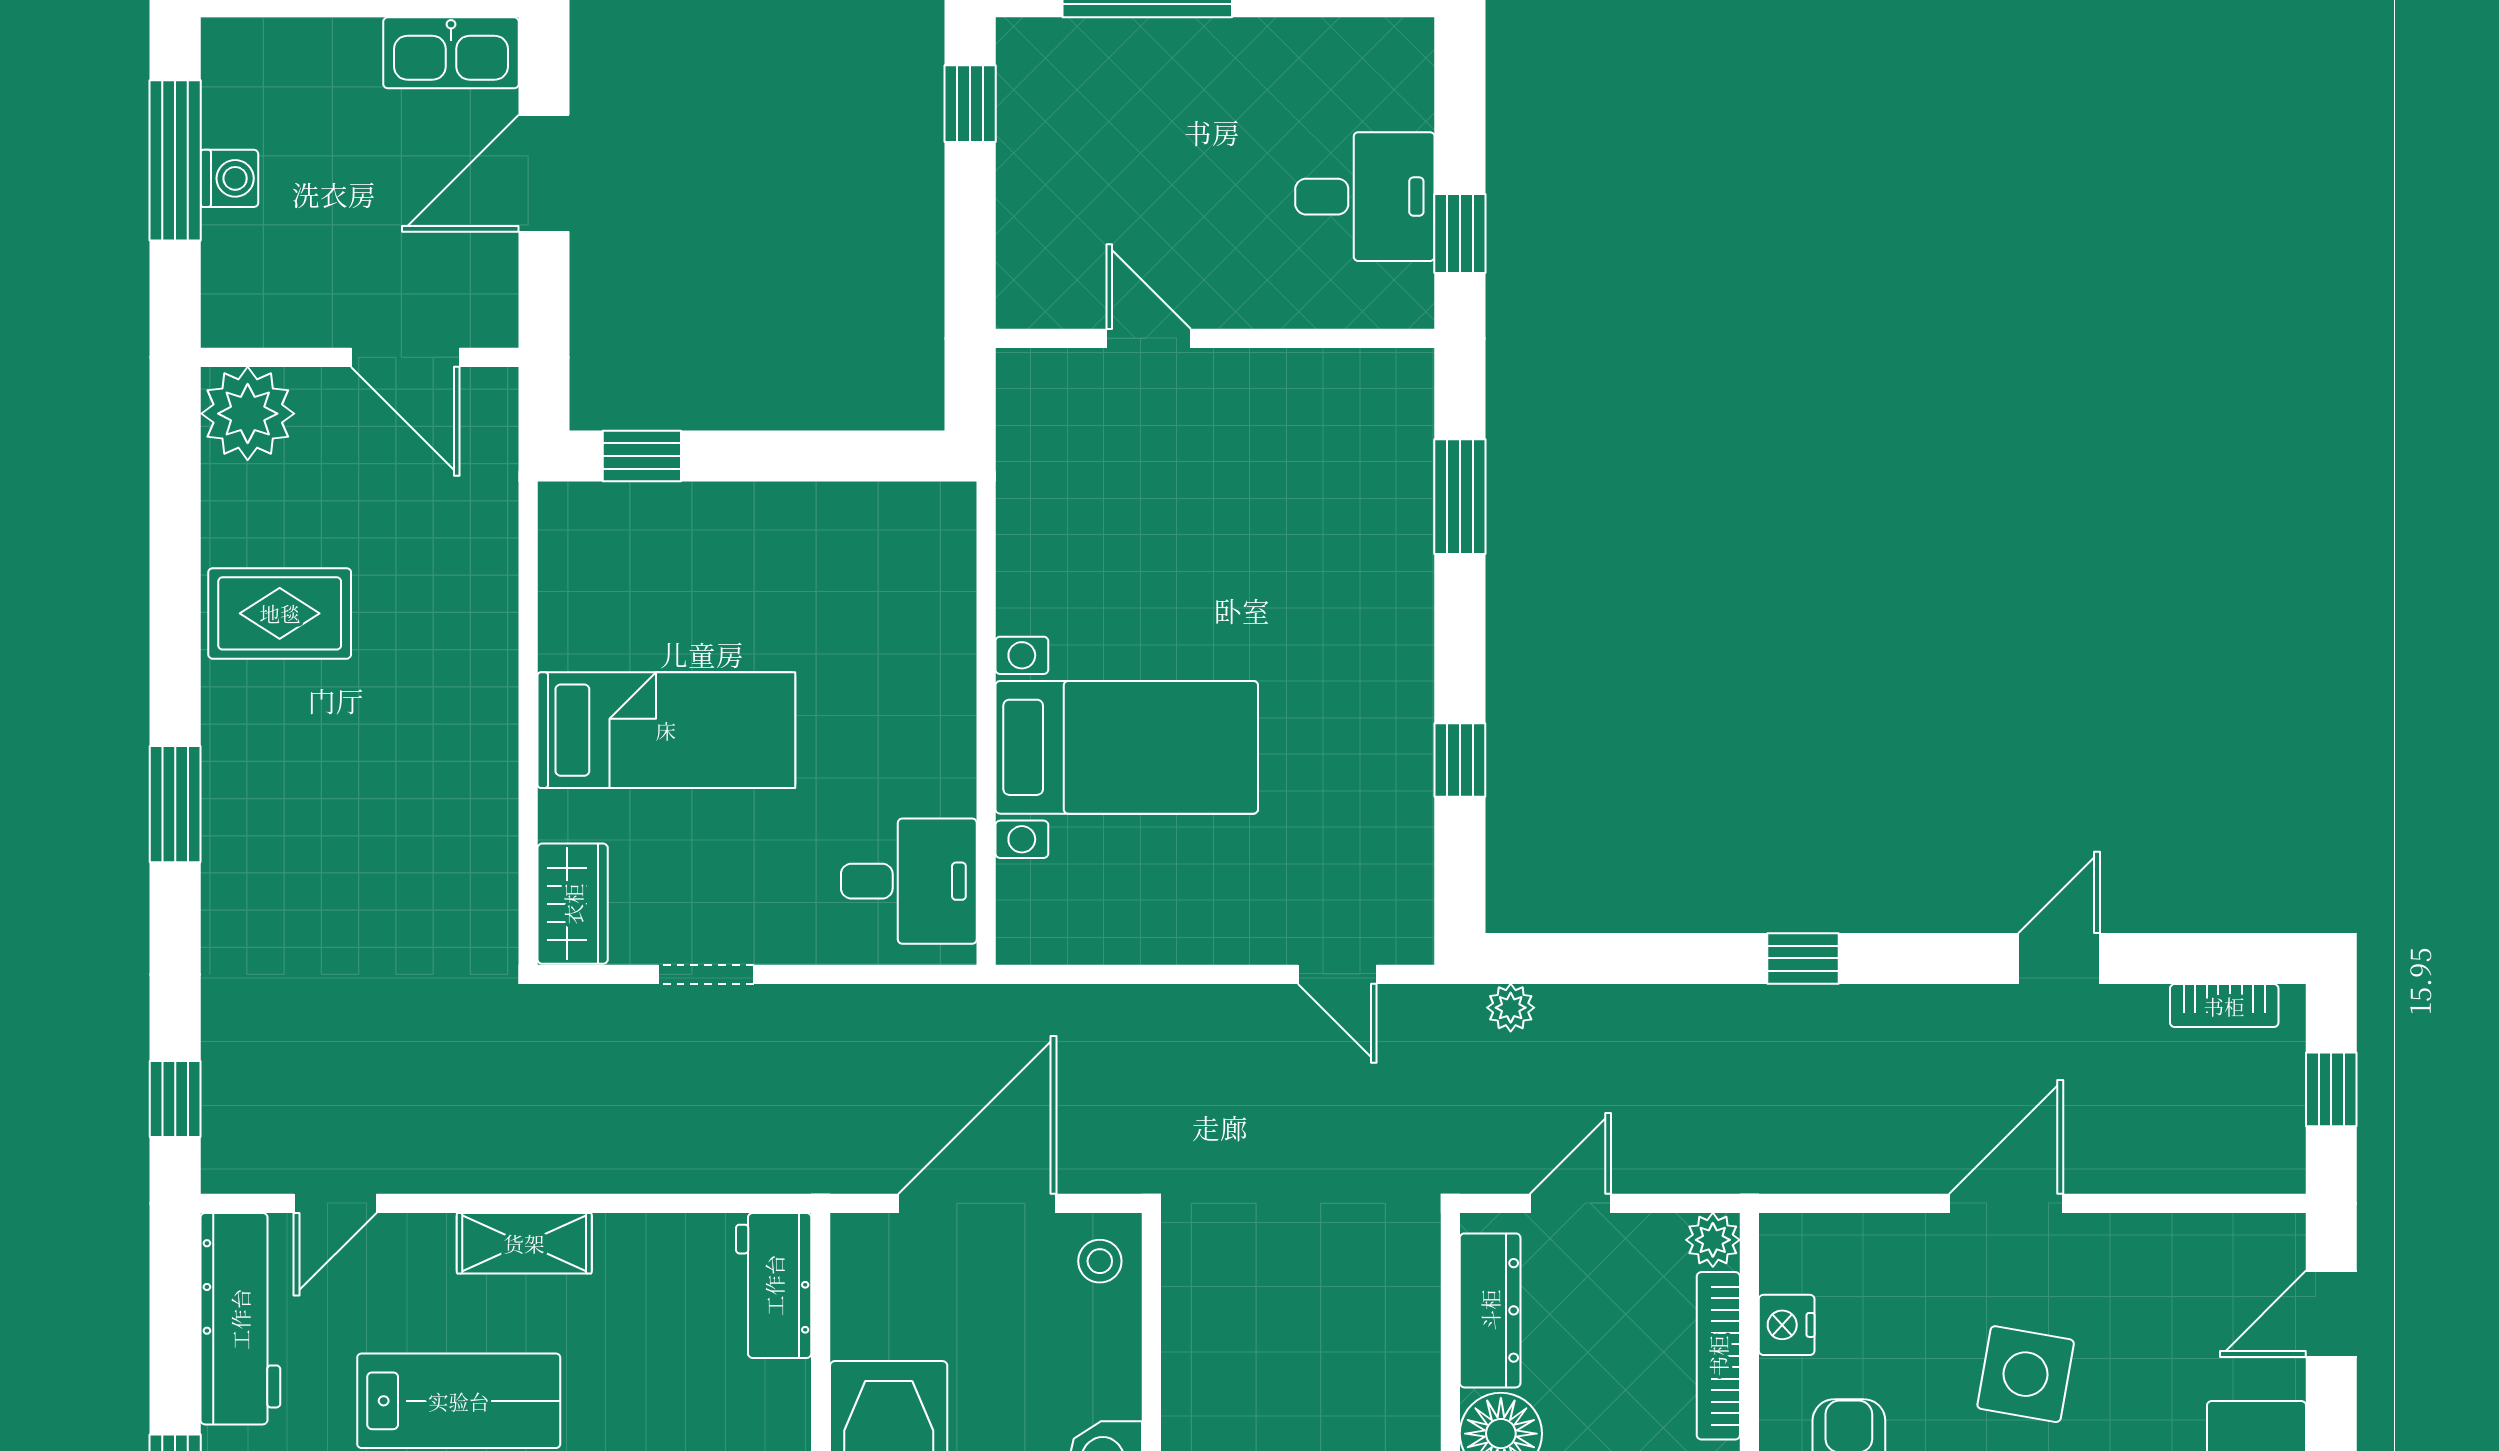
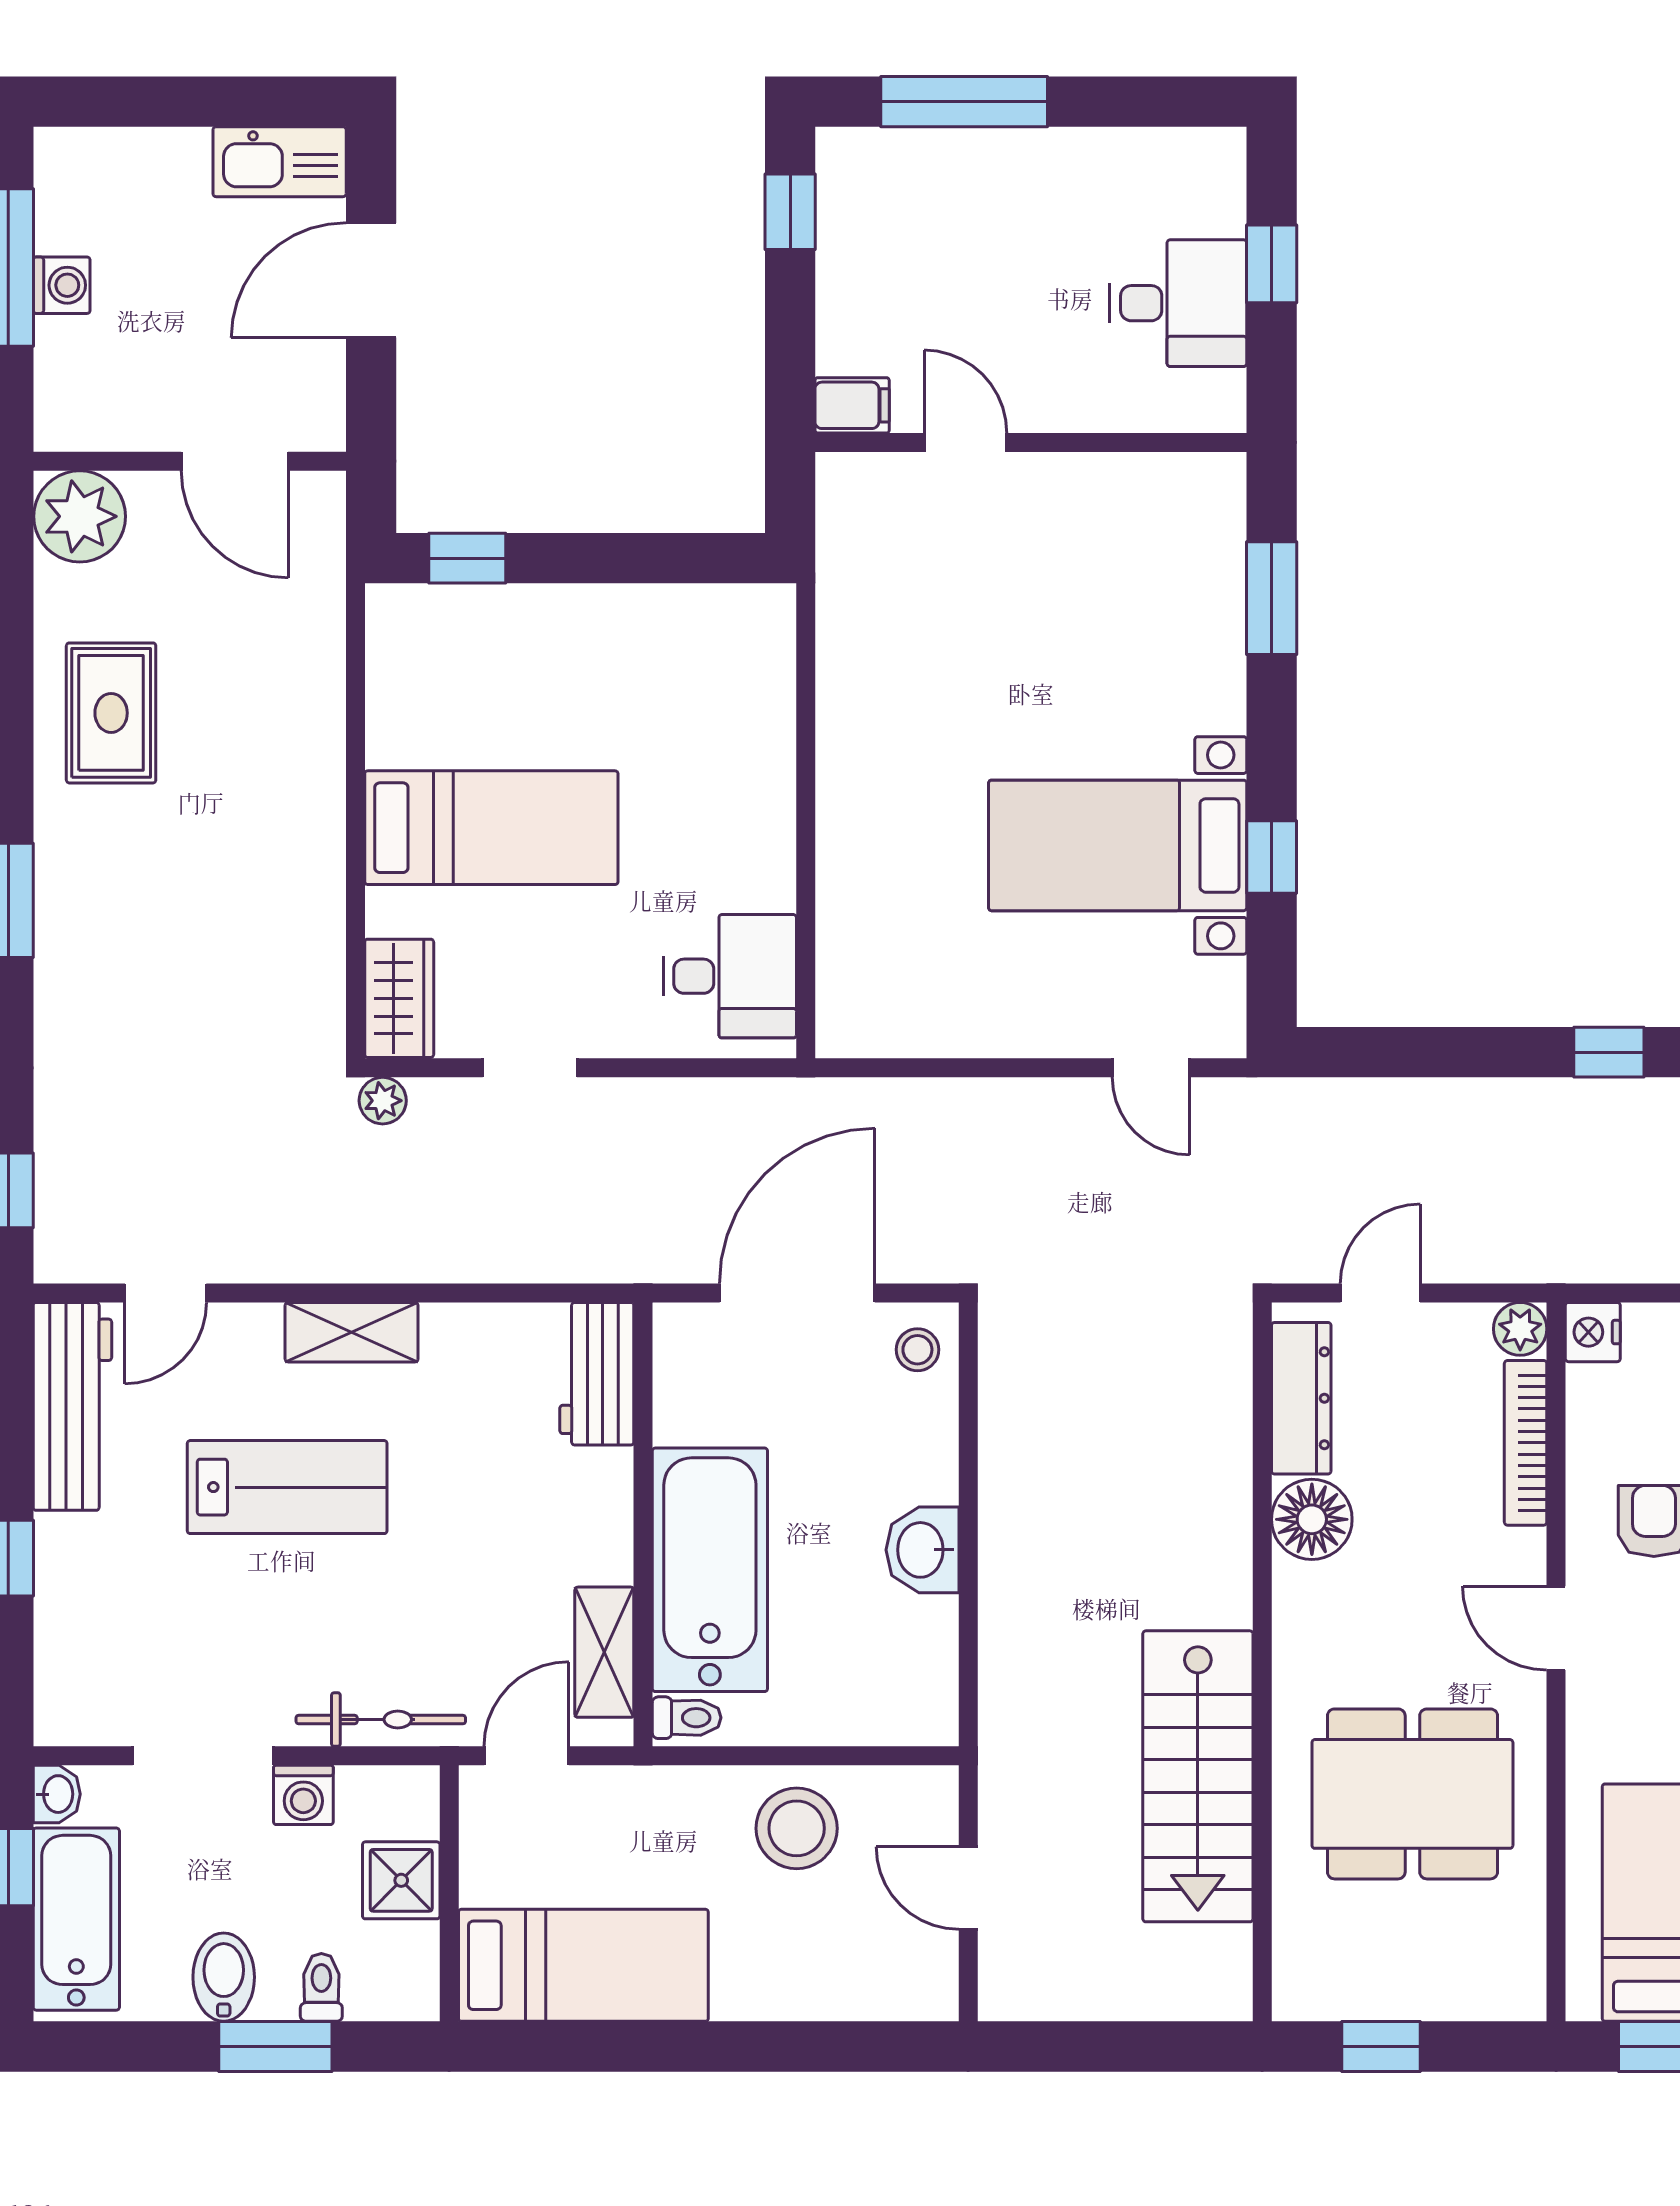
window: (1460, 233) -> (1272, 264), moved
filing cabinet: (1033, 301) -> (852, 405), added
rug: (280, 613) -> (111, 713), turned 90
bed with nightstands: (1127, 747) -> (1118, 845), moved, turned 180
plant: (1511, 1008) -> (383, 1101), moved
nightstand: (1787, 1325) -> (1593, 1332), moved

